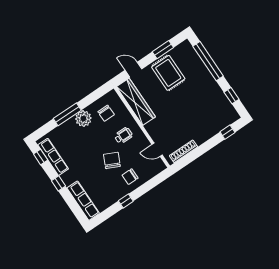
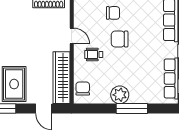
chair: (106, 113) -> (83, 89), moved
door: (157, 150) -> (72, 36), moved
chair: (112, 160) -> (120, 39), turned 65

